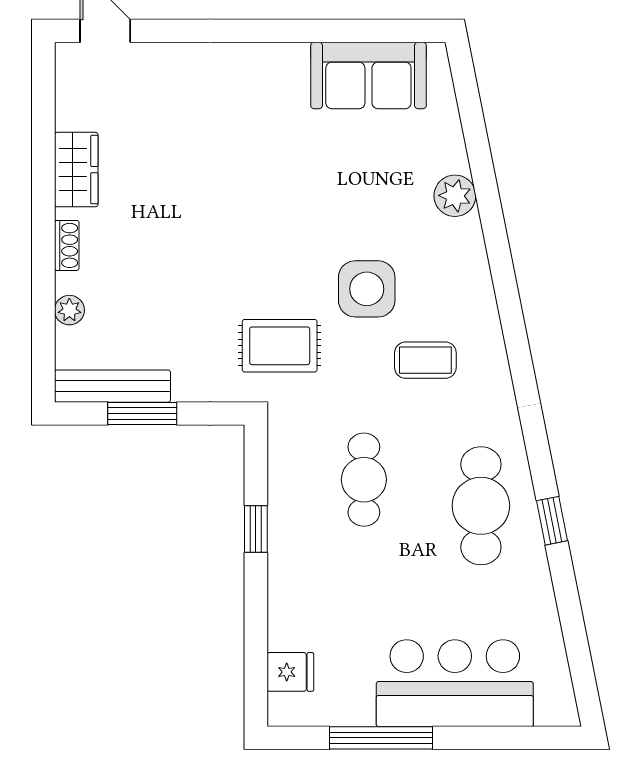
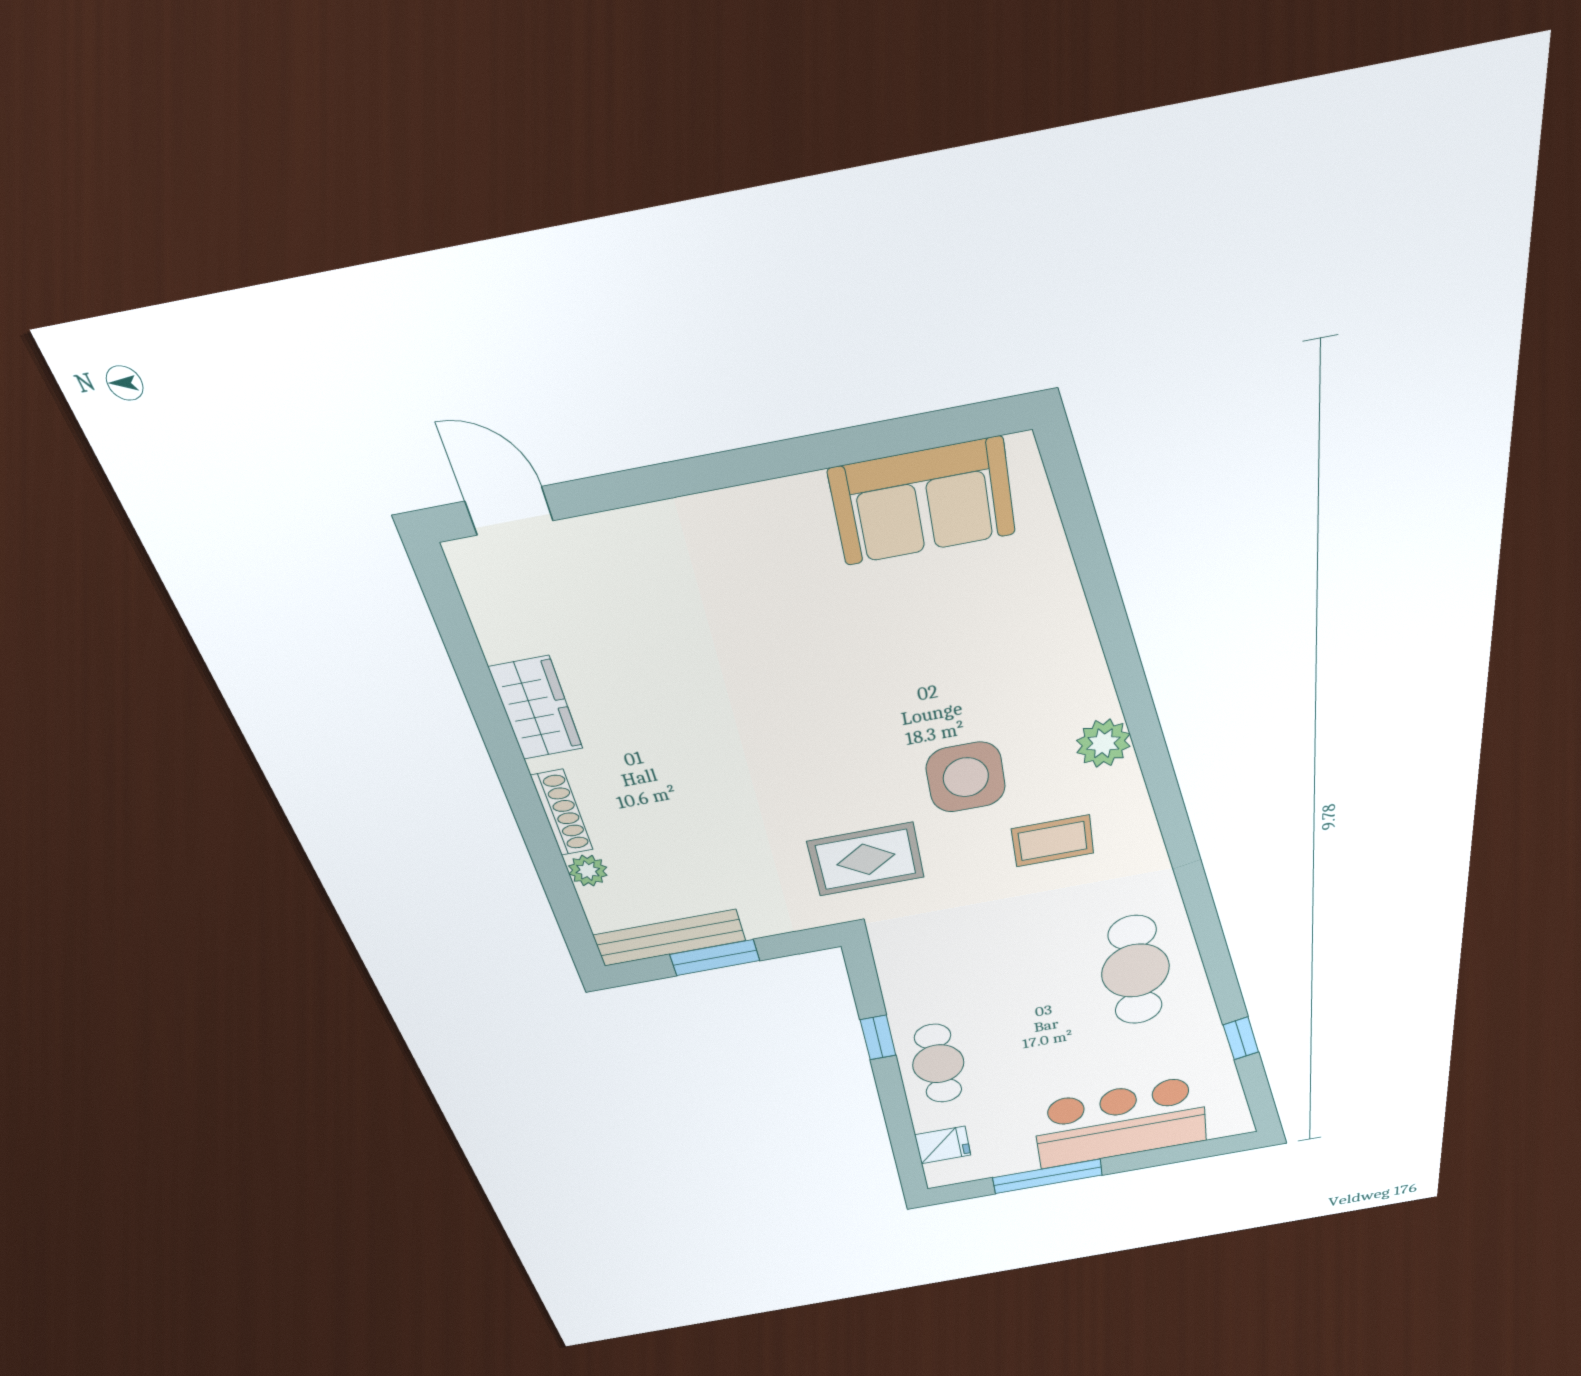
plant: (455, 196) -> (1103, 743), moved
shoe rack: (67, 245) -> (562, 813), width x1.43
cafe table: (364, 480) -> (938, 1064), moved
window: (552, 521) -> (1241, 1038), moved

